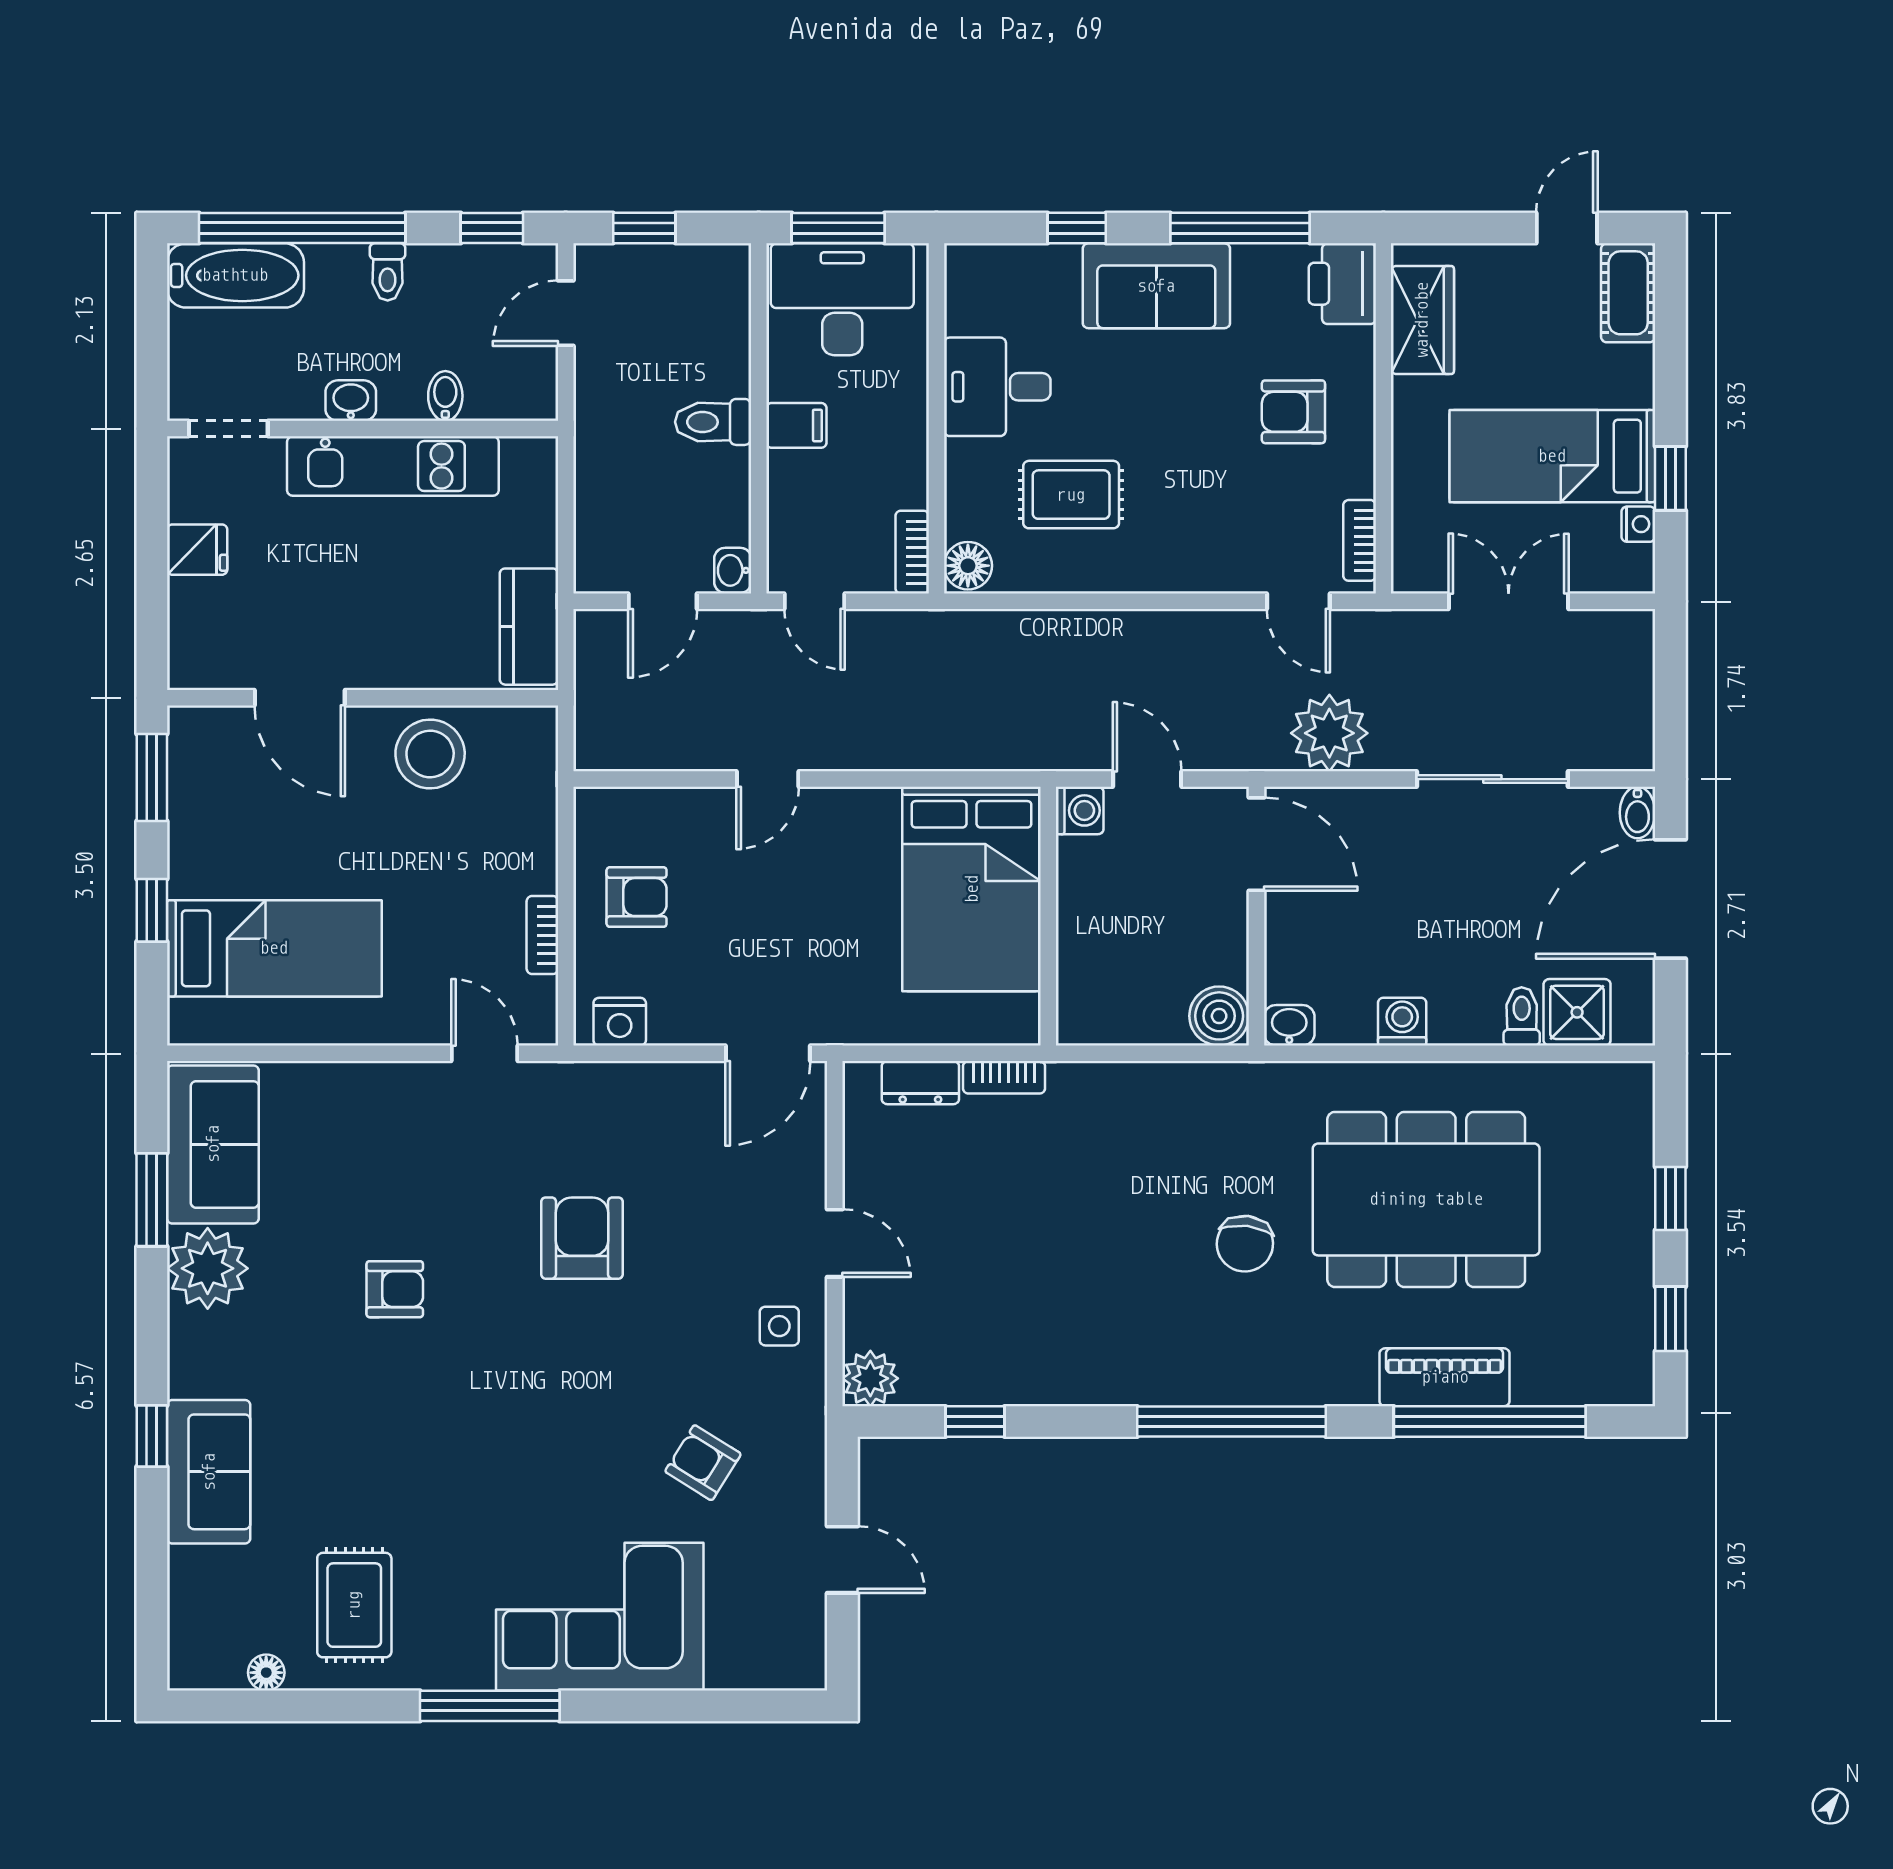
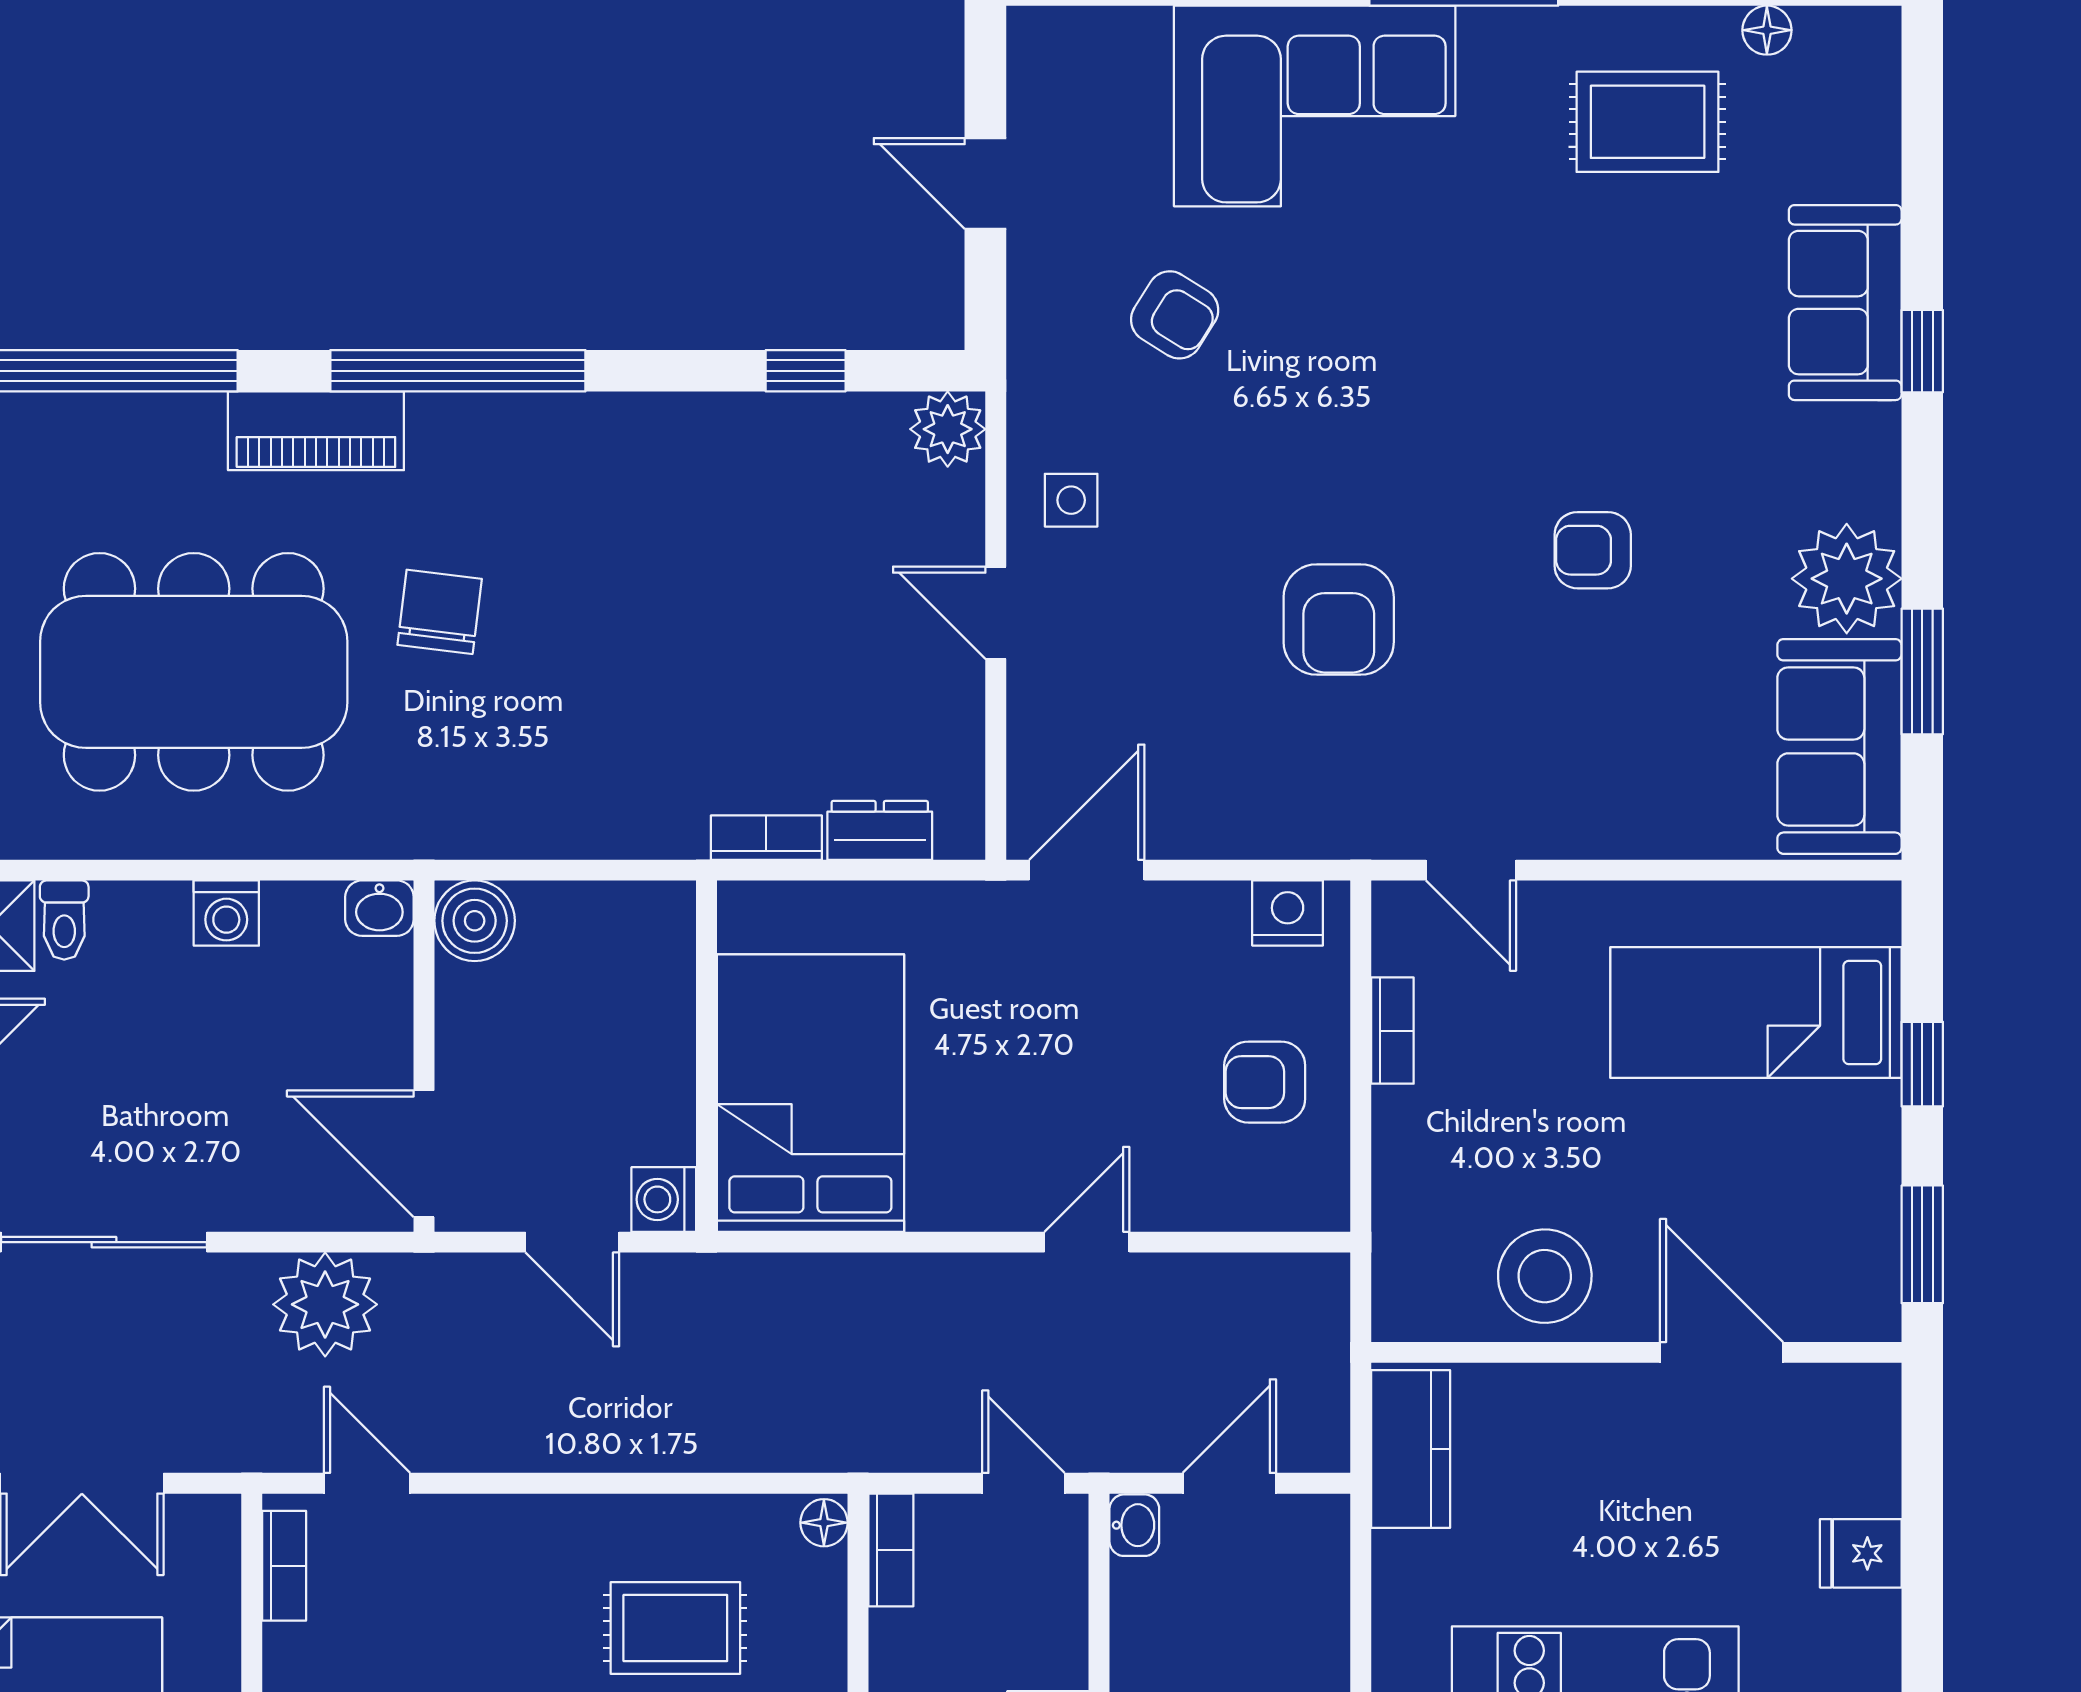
floor lamp: (968, 566) -> (824, 1523), width x0.73, depth x0.73
piano: (1445, 1377) -> (316, 431), moved
rug: (354, 1605) -> (1648, 122), turned 90

